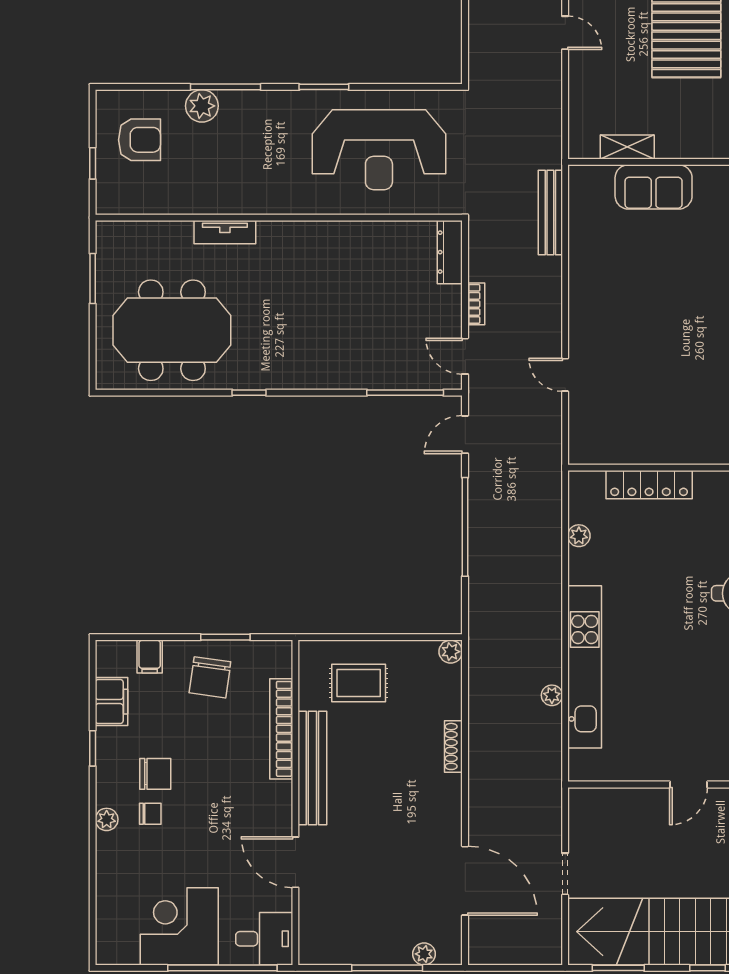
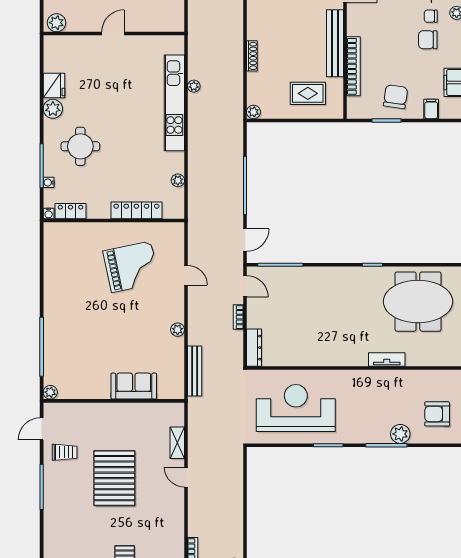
shelving: (627, 147) -> (177, 443), moved, turned 90
plant: (579, 283) -> (178, 330), added
grand piano: (658, 389) -> (131, 267), added

